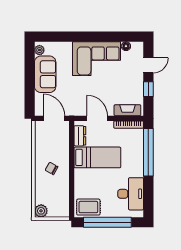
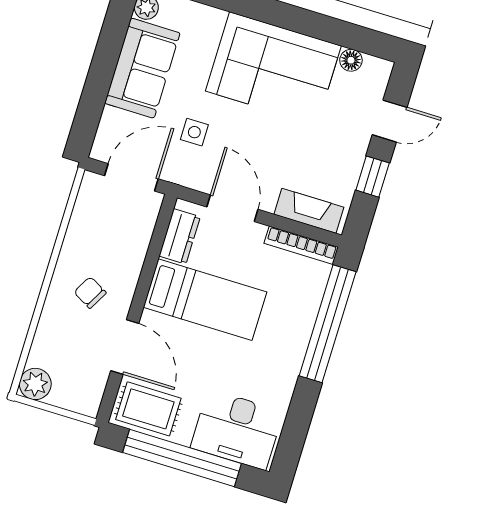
side table: (73, 93) -> (194, 132), added
door: (54, 118) -> (131, 177), hinge flipped
door: (72, 186) -> (125, 347), added
desk: (131, 194) -> (237, 430), moved, turned 90

